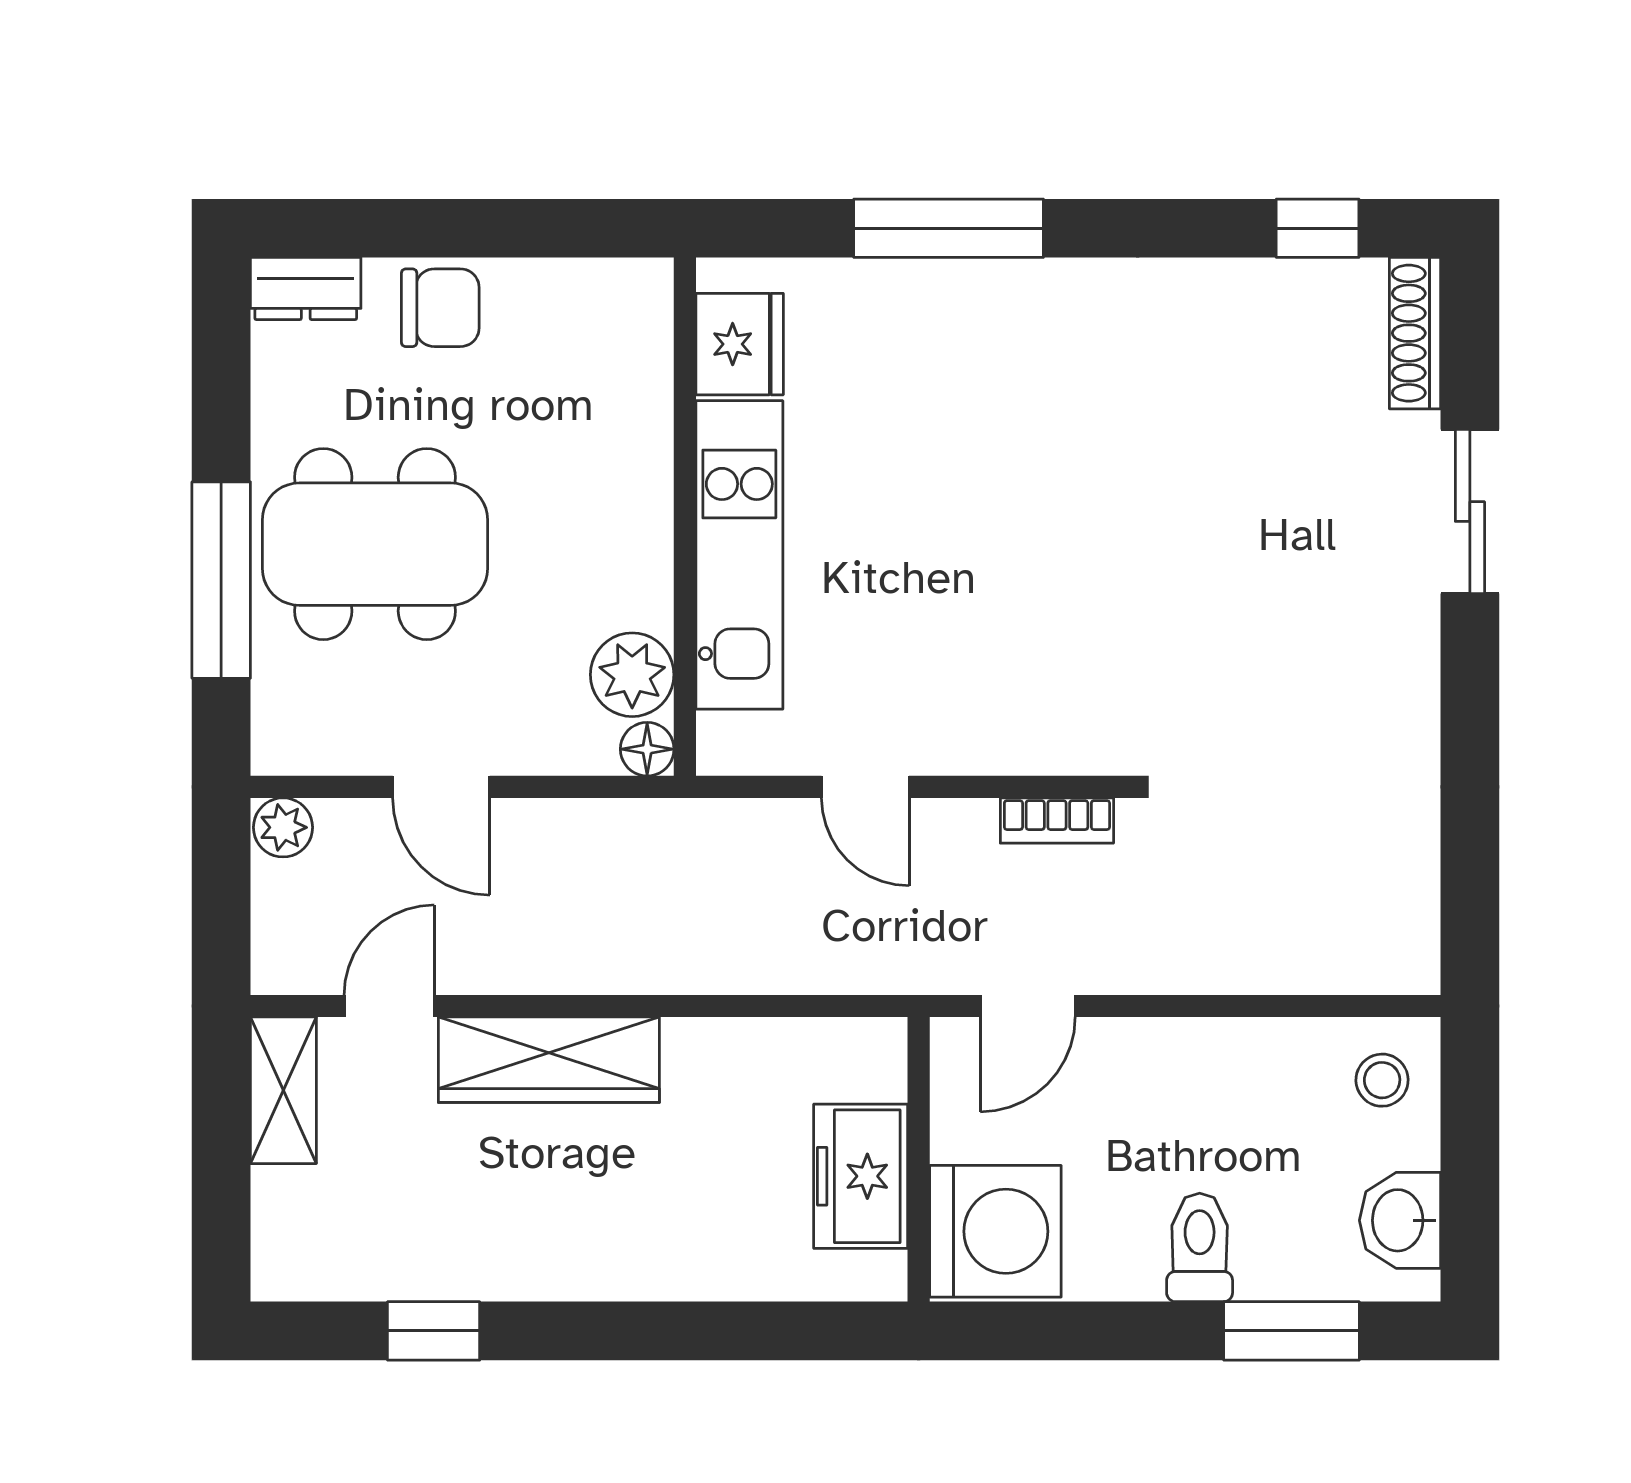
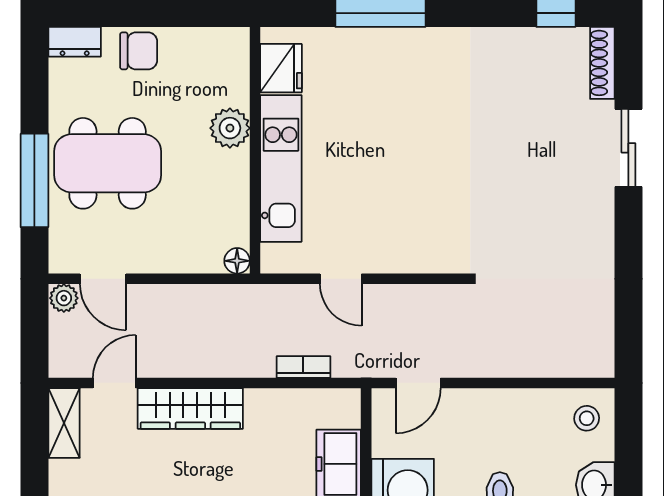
plant: (632, 675) -> (230, 128), moved
door: (441, 787) -> (103, 279), moved
bookcase: (1057, 821) -> (303, 367), moved, turned 180

